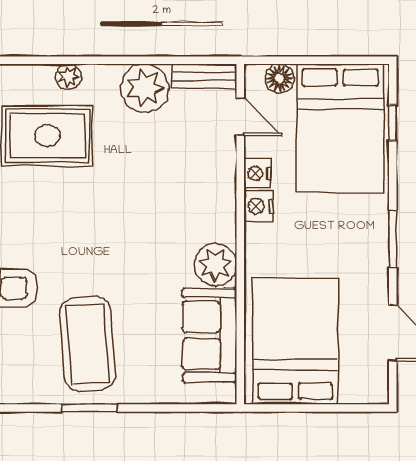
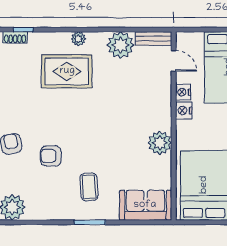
floor lamp: (280, 78) -> (195, 40), removed
sofa: (209, 335) -> (145, 205), moved, turned 90
coffee table: (88, 344) -> (89, 187), width x0.54, depth x0.58

